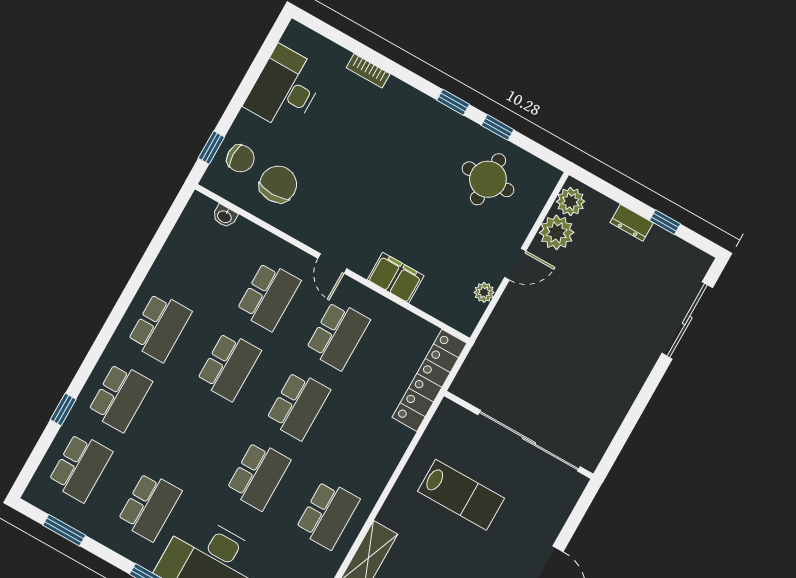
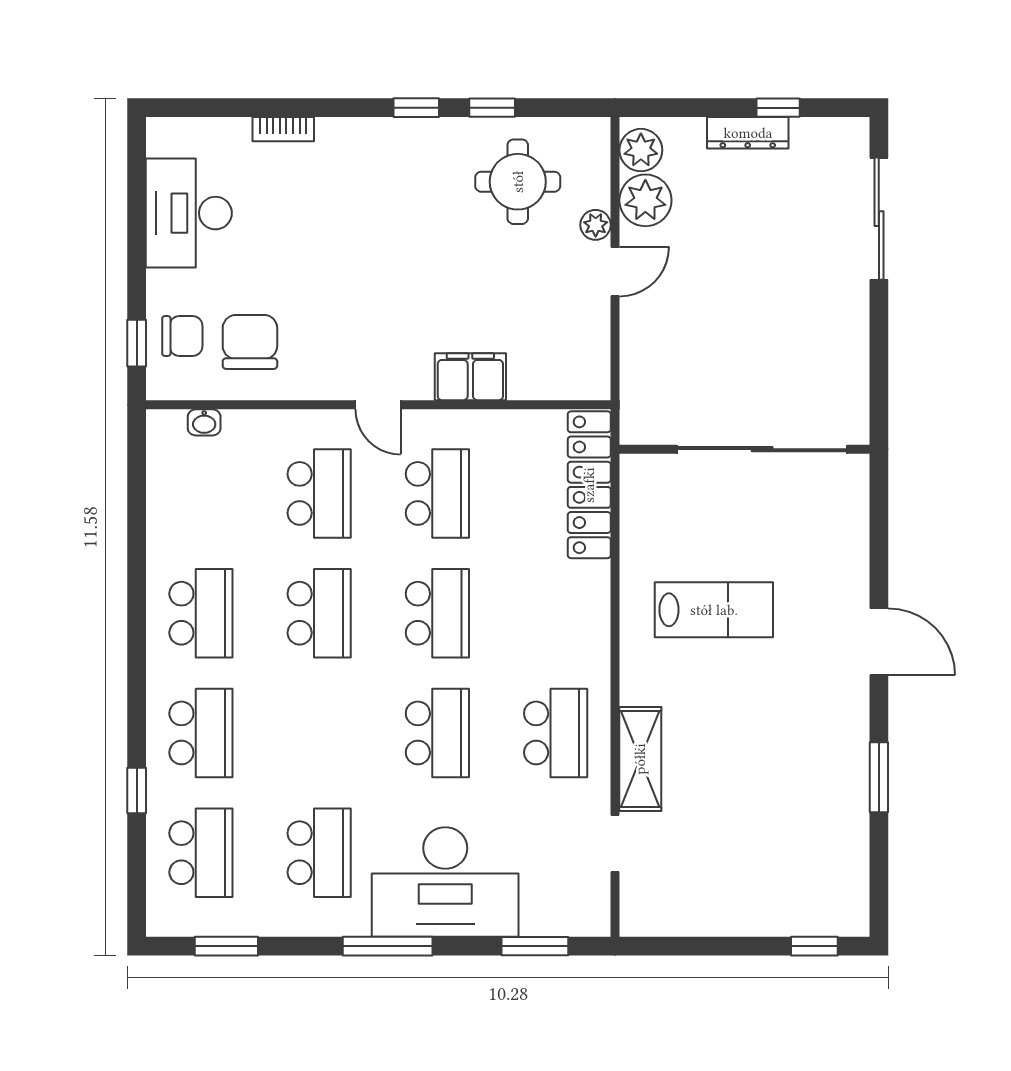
dresser: (632, 223) -> (748, 133), width x1.44
plant: (484, 292) -> (596, 225), moved
wall: (519, 435) -> (745, 449), moved
sliding door: (529, 441) -> (762, 449), moved

